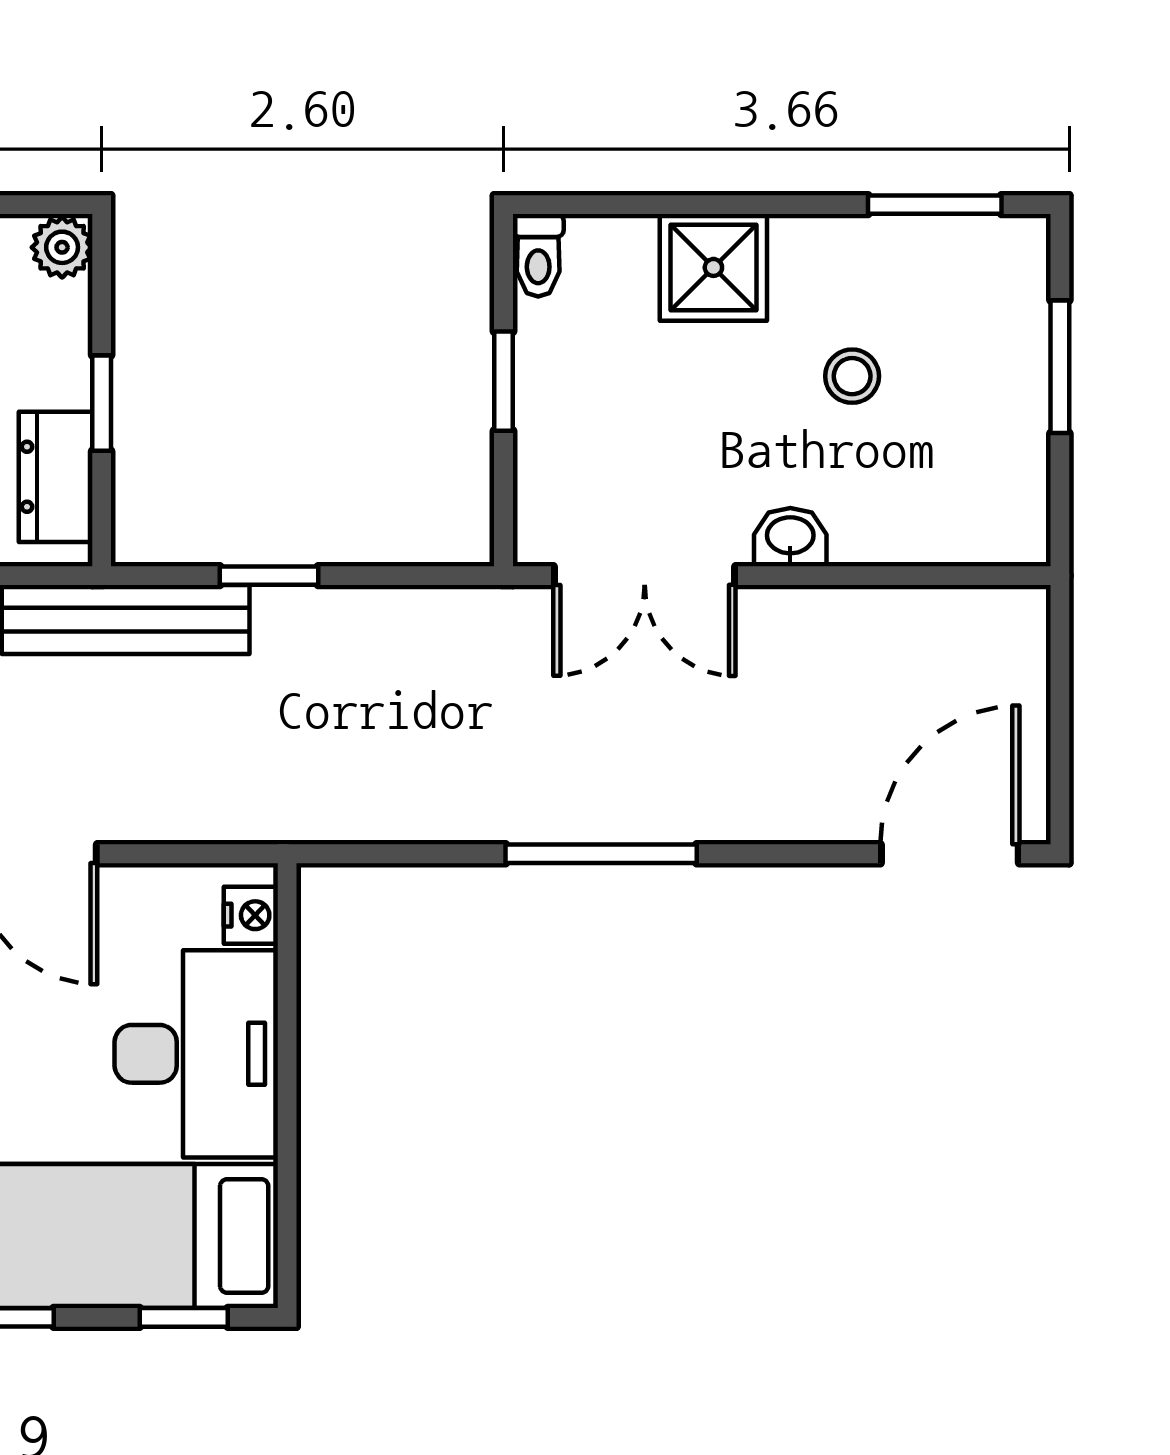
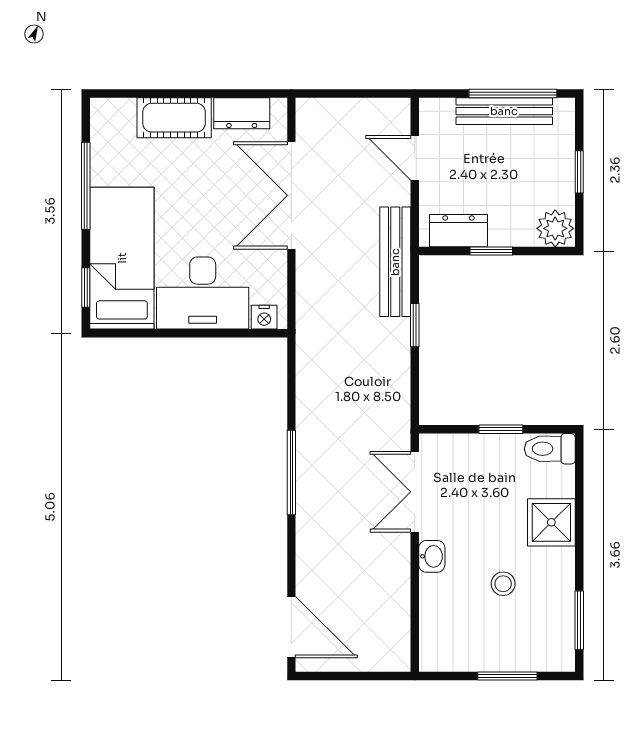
plant: (62, 247) -> (555, 228), width x1.38, depth x1.38
toilet: (538, 255) -> (550, 449), width x1.37, depth x1.39

